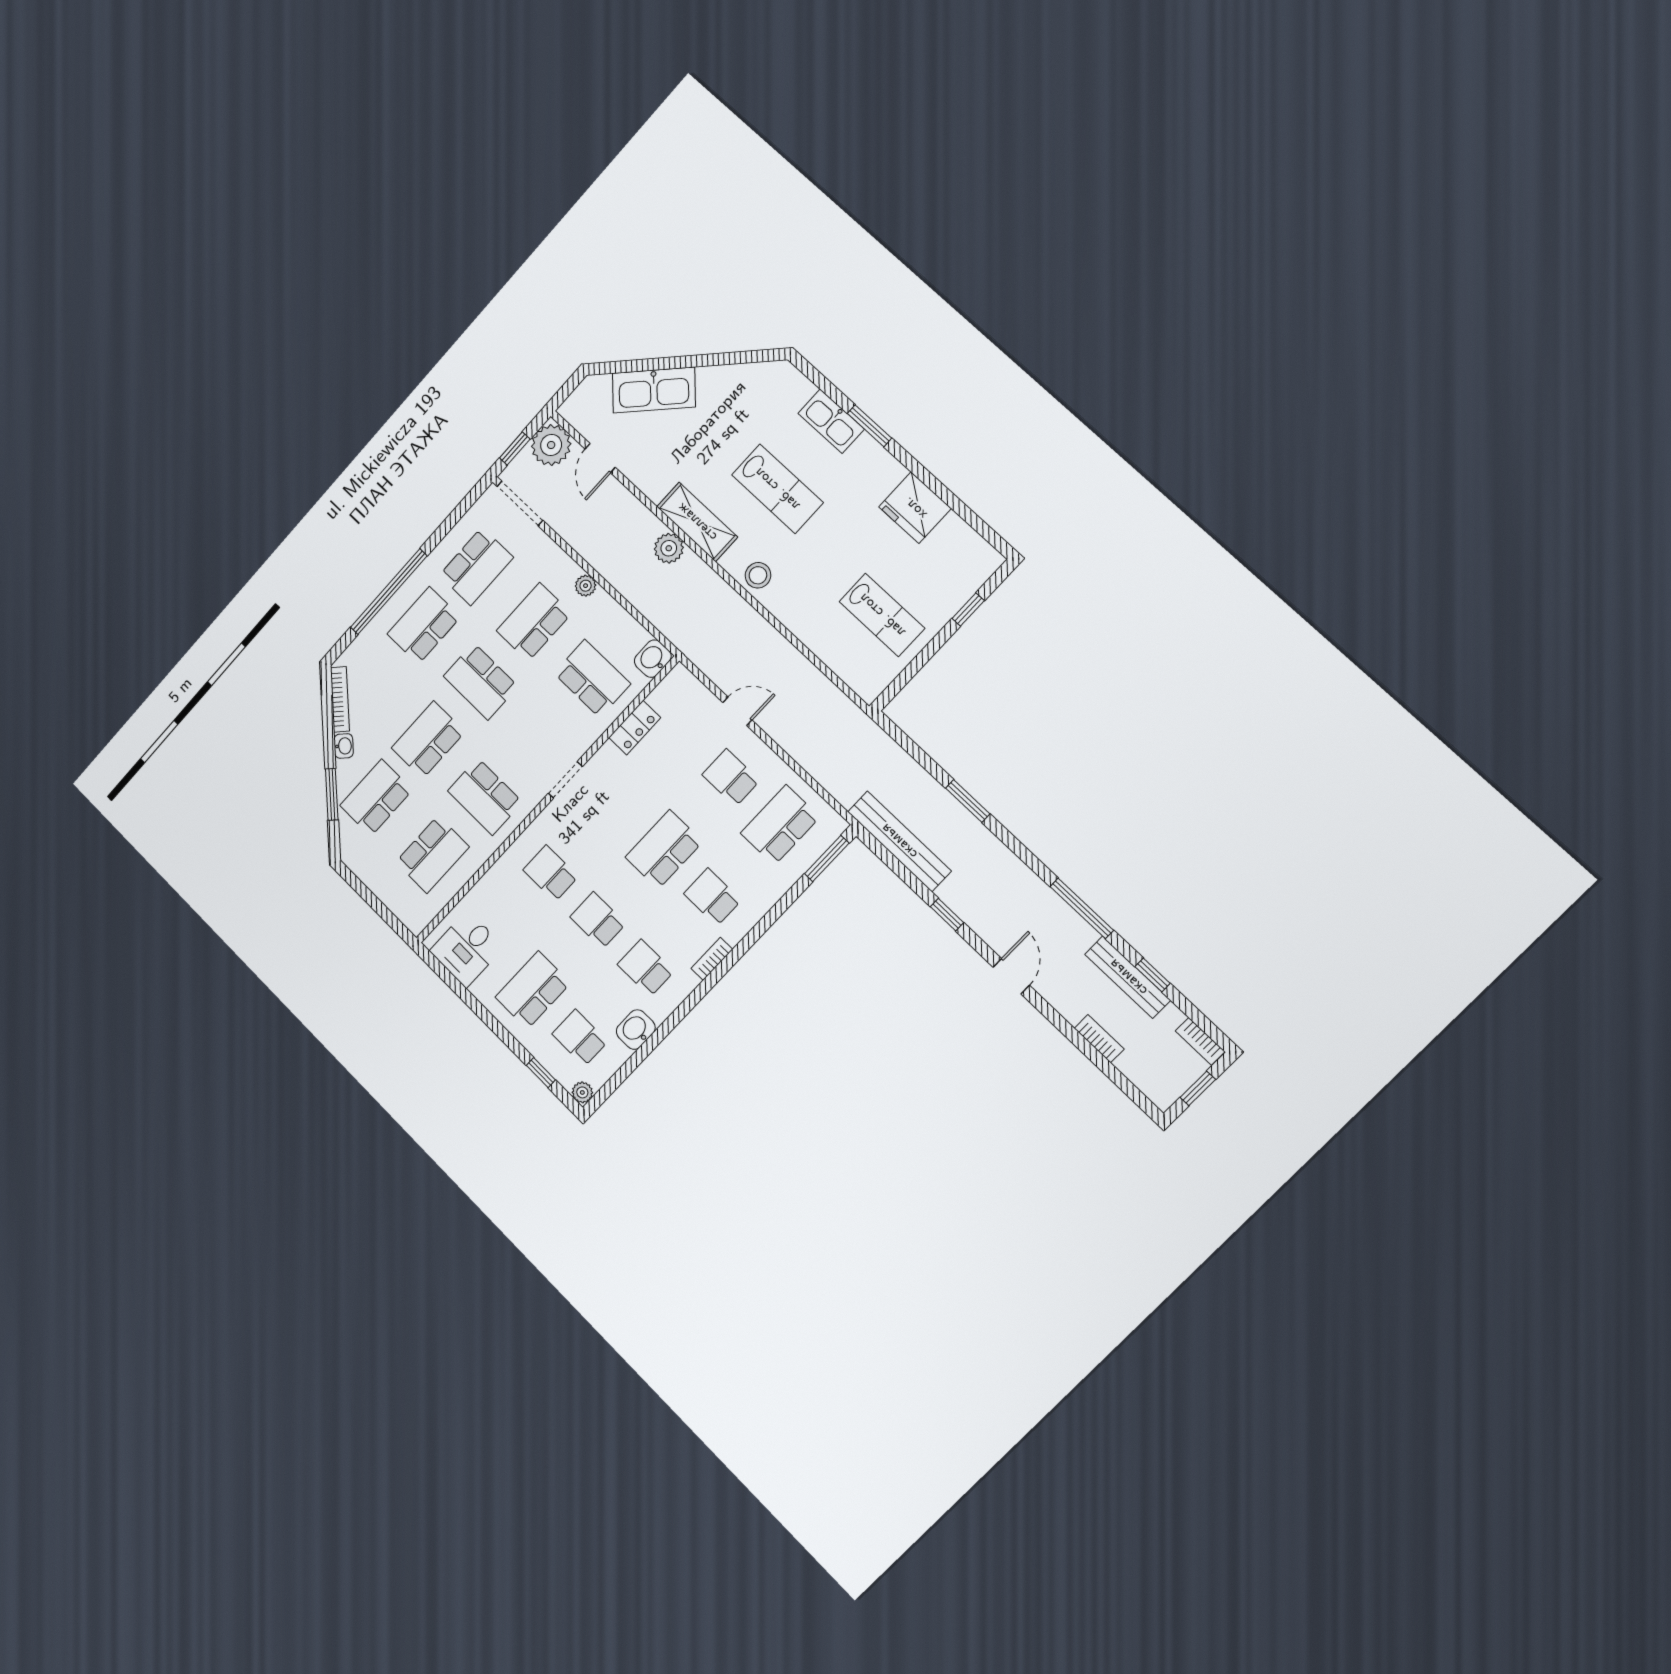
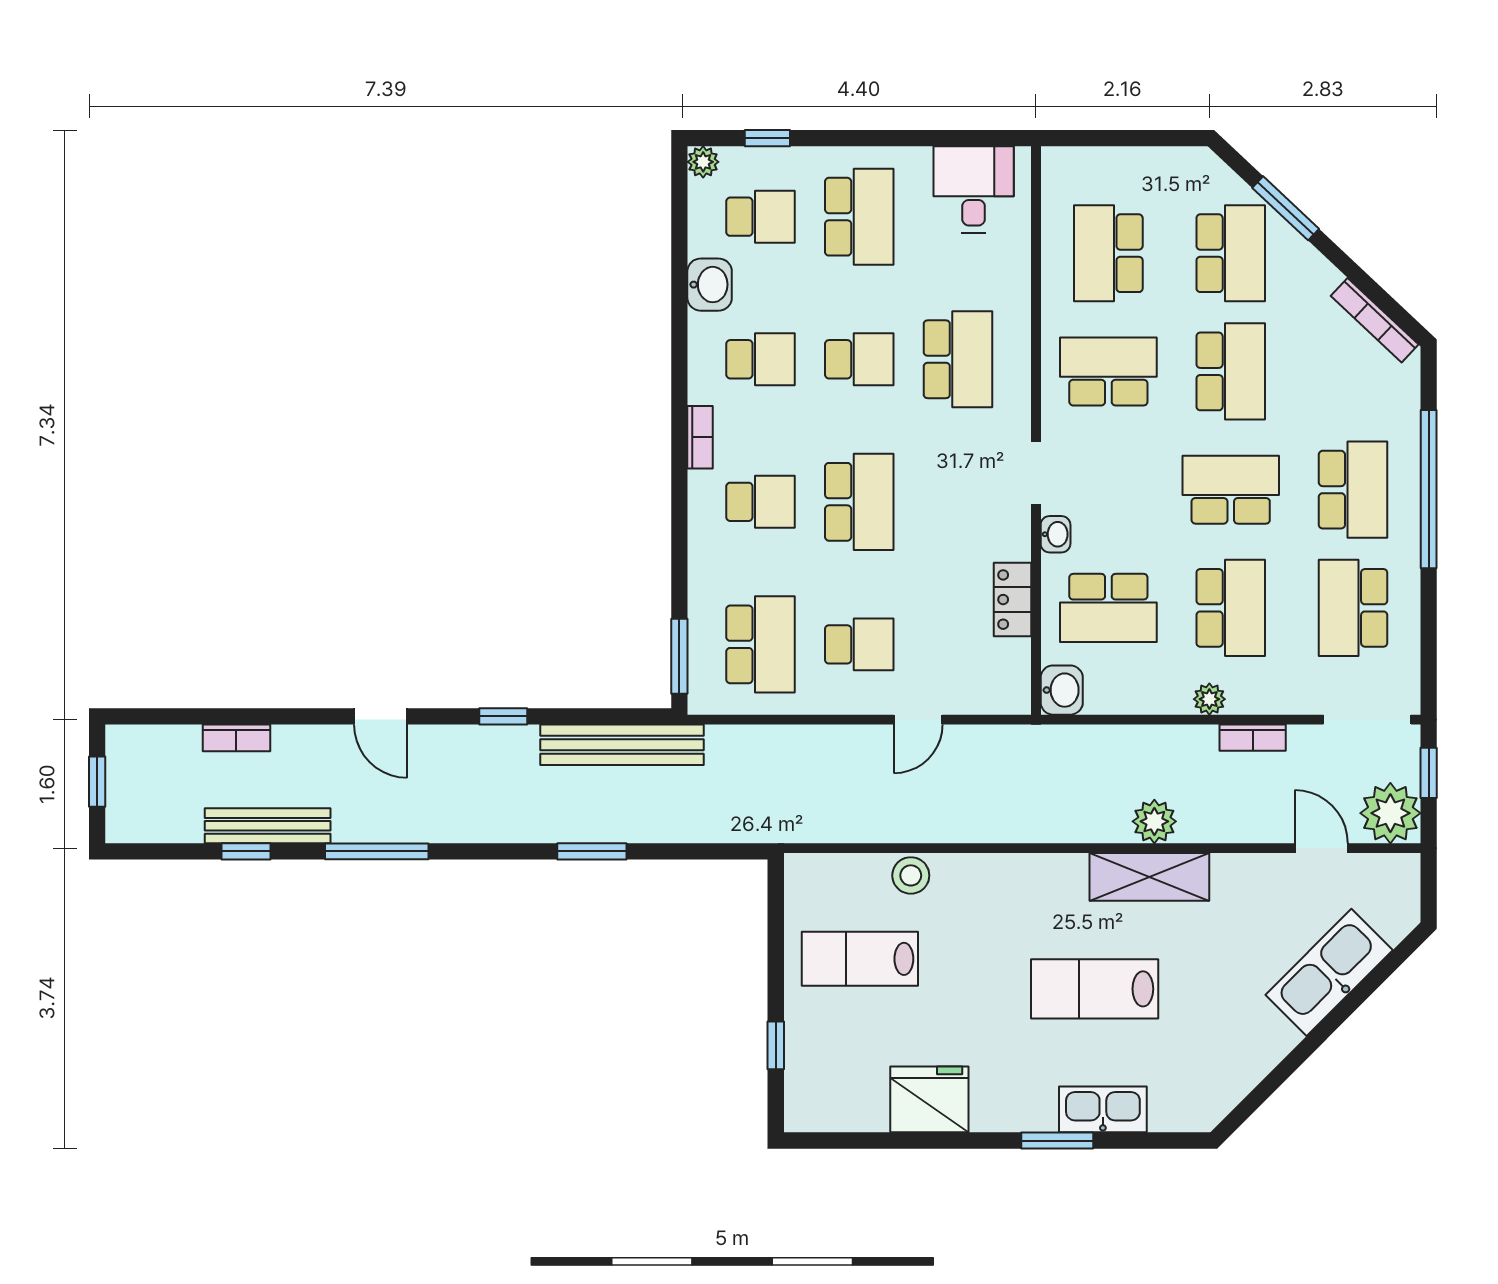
stool: (758, 575) -> (911, 875), moved
washbasin: (344, 746) -> (1056, 534), moved, turned -133
school desk: (551, 873) -> (958, 359), width x1.85
bookcase: (1200, 1041) -> (1253, 738), moved, turned 180

